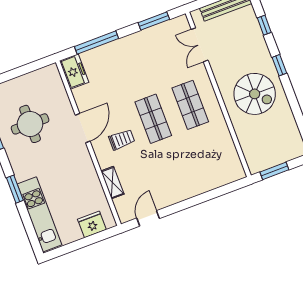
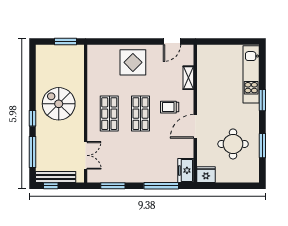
window: (264, 25) -> (32, 152), width x2.17
display table: (185, 176) -> (133, 62), added
fridge: (92, 224) -> (206, 175), moved, turned 180

